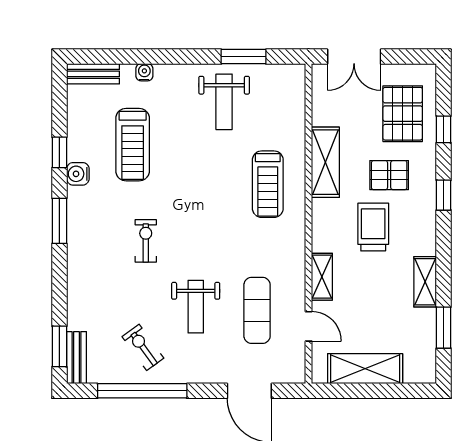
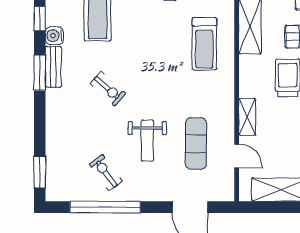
exercise bike: (146, 241) -> (108, 89), turned 132
bench: (76, 358) -> (53, 67), moved

